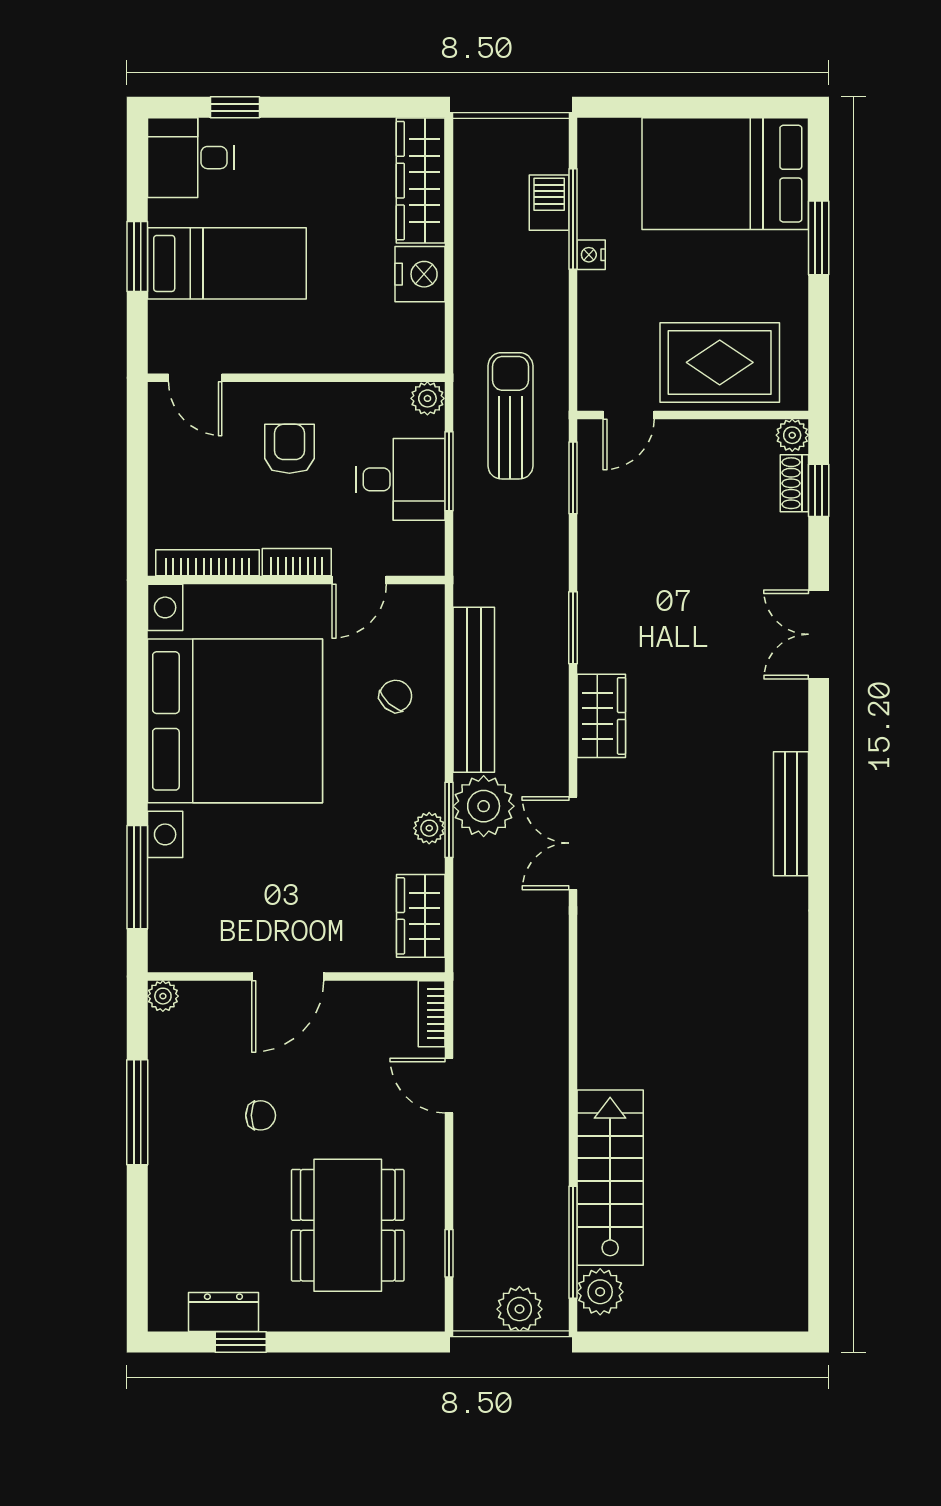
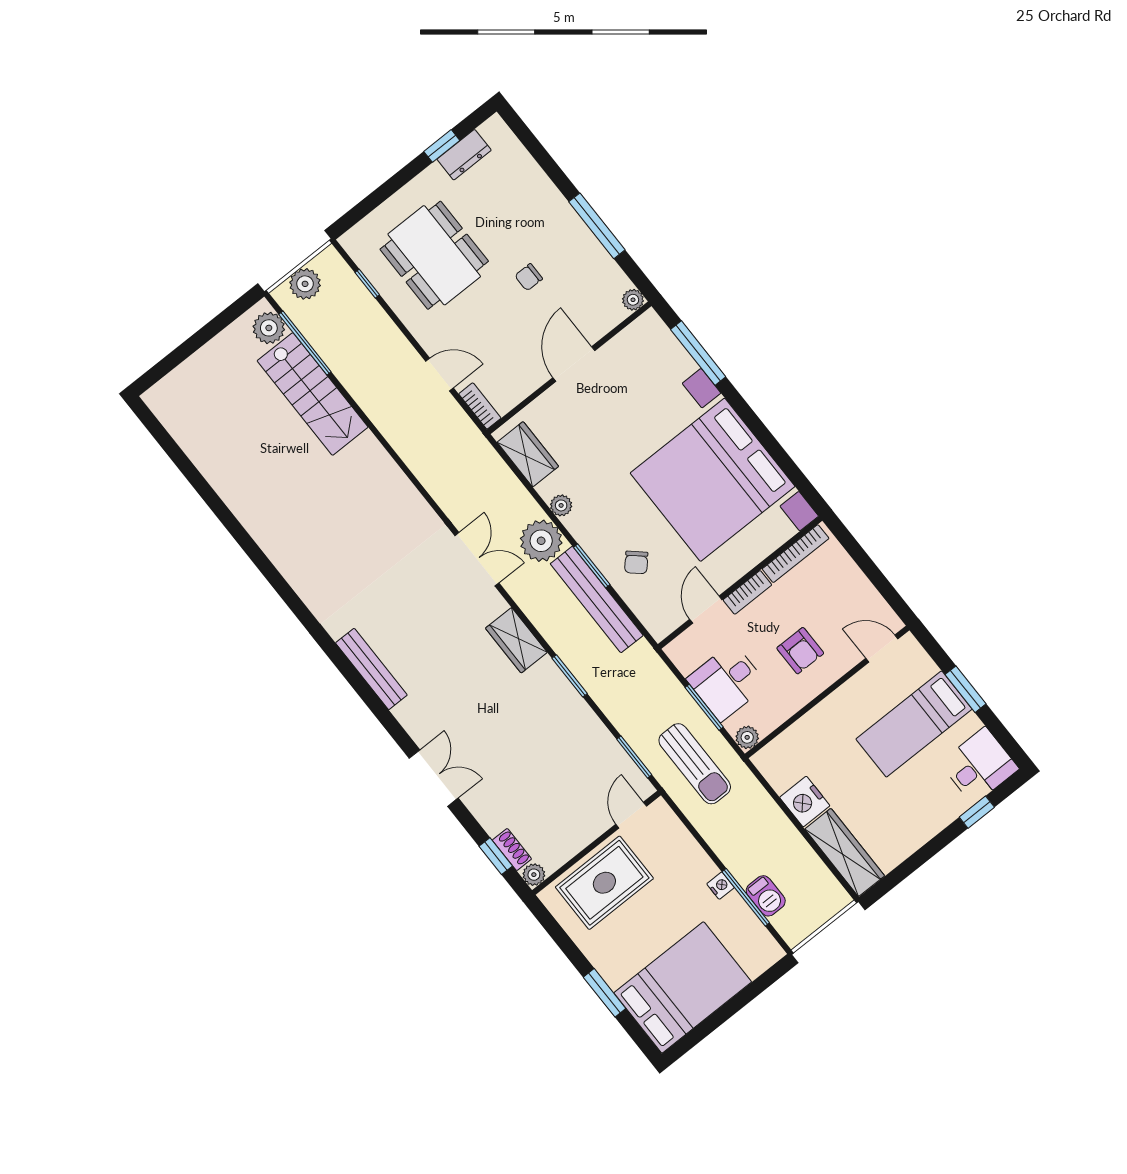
window: (449, 820) -> (592, 566), moved

